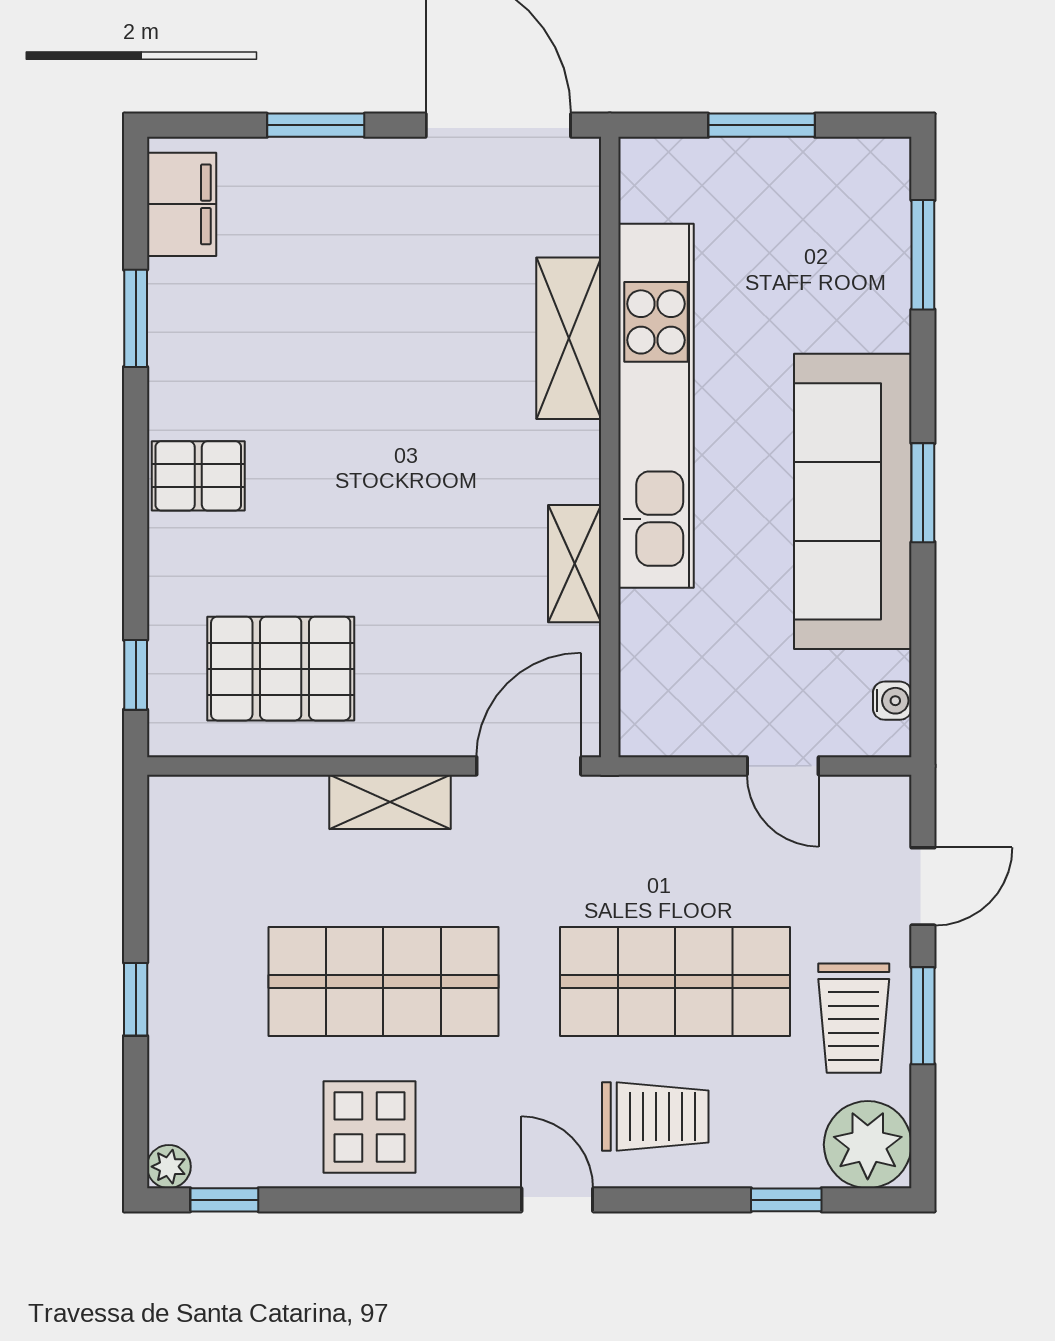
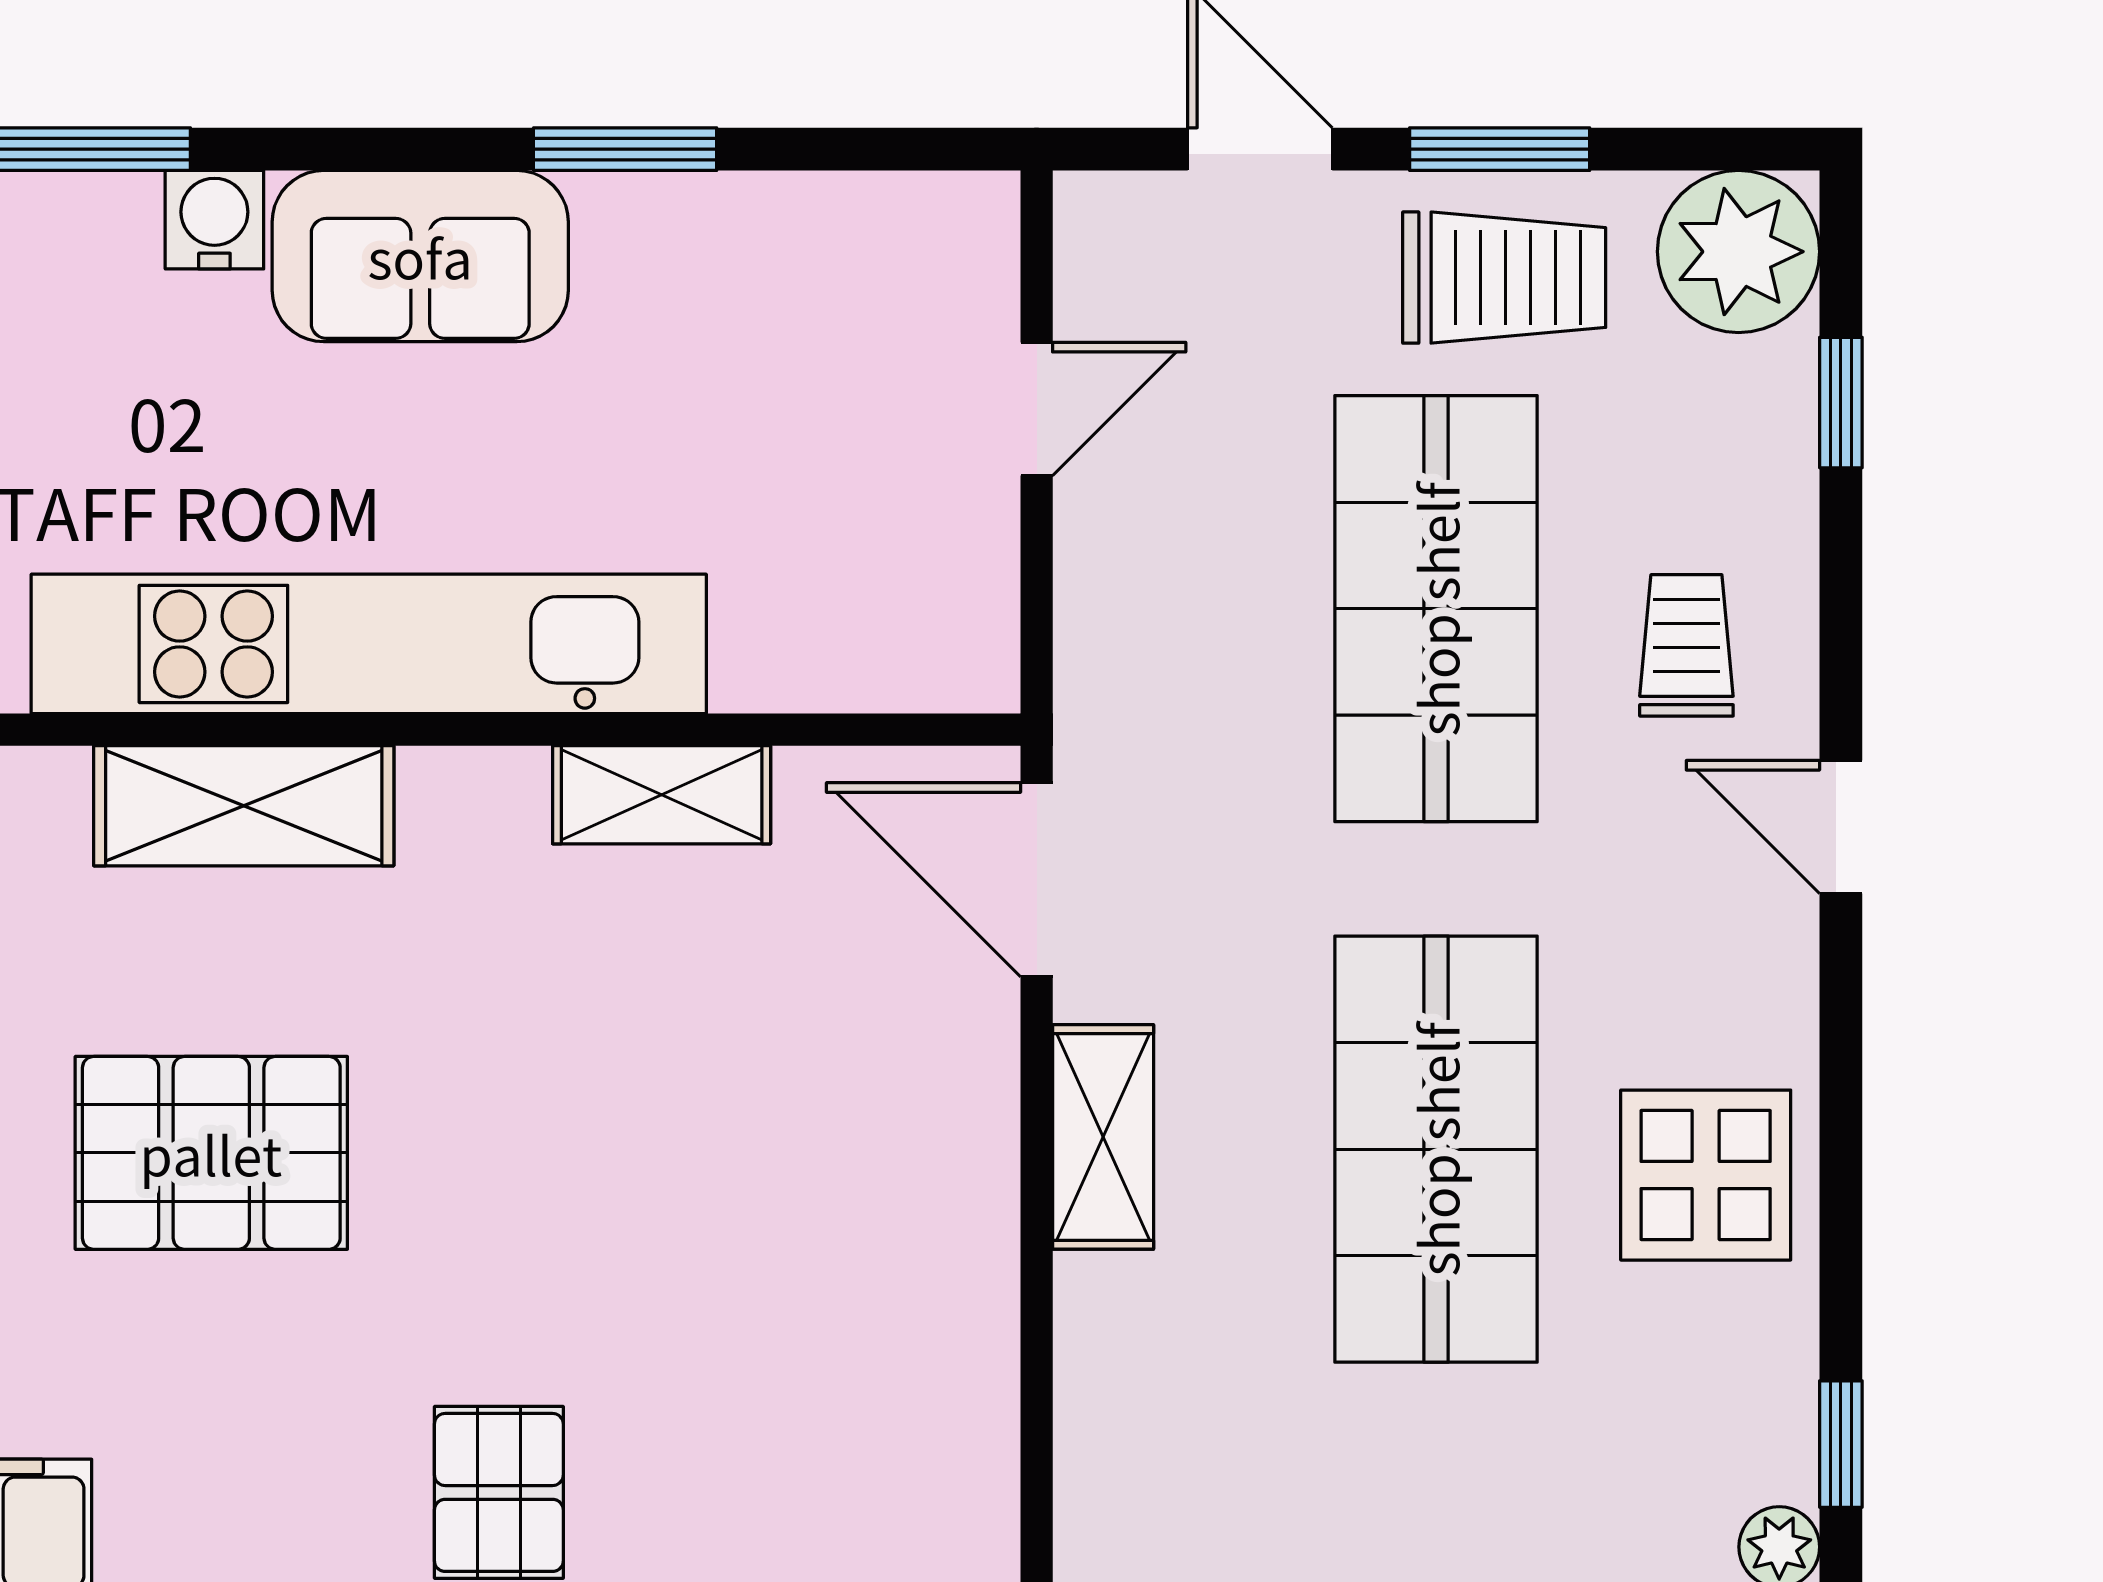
window: (923, 493) -> (625, 149), moved
sofa: (853, 501) -> (420, 256), width x0.54, depth x0.79
pallet: (281, 669) -> (211, 1153), moved, turned 90
water cooler: (892, 701) -> (214, 220), moved, width x1.38, depth x1.38
trolley: (655, 1117) -> (1686, 645), width x0.73, depth x0.72
door: (557, 1200) -> (1841, 827), hinge flipped

